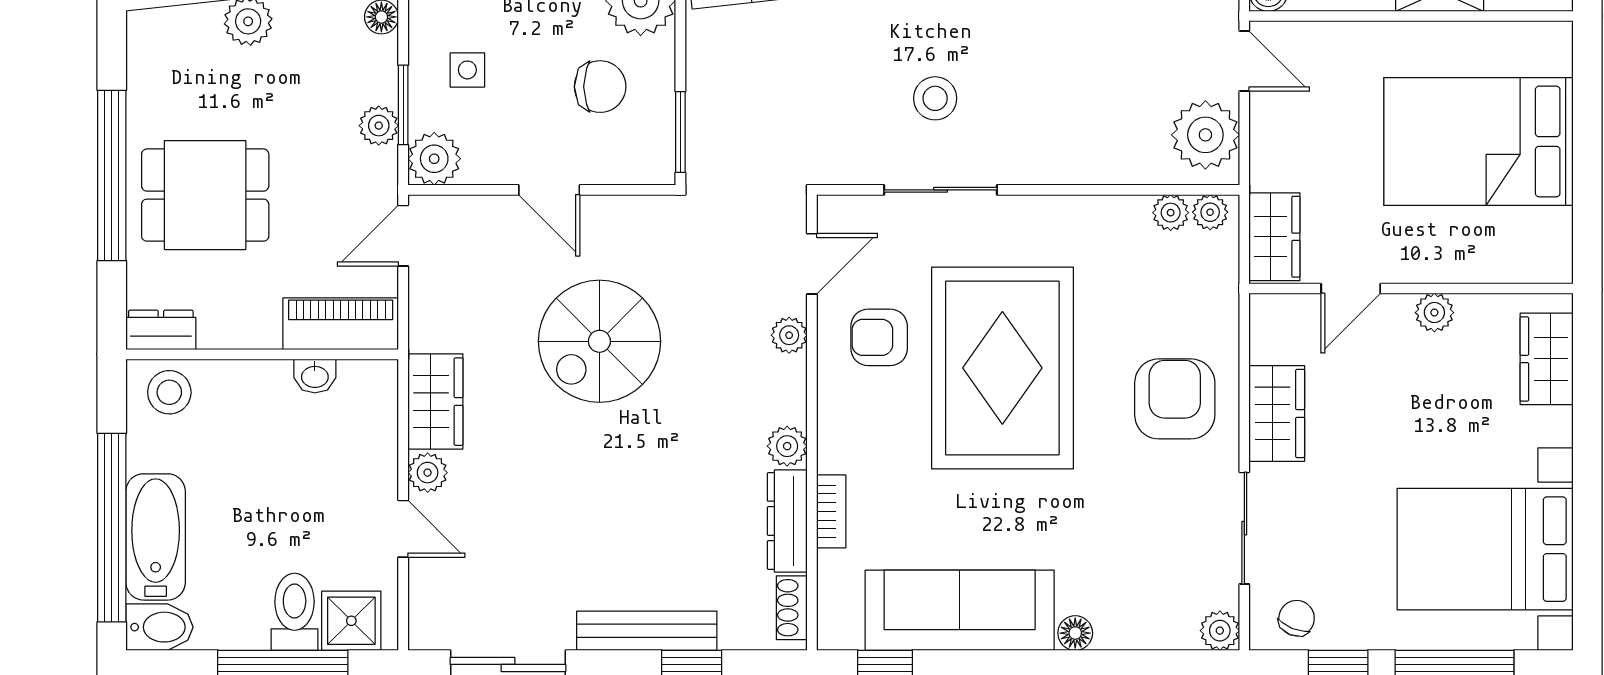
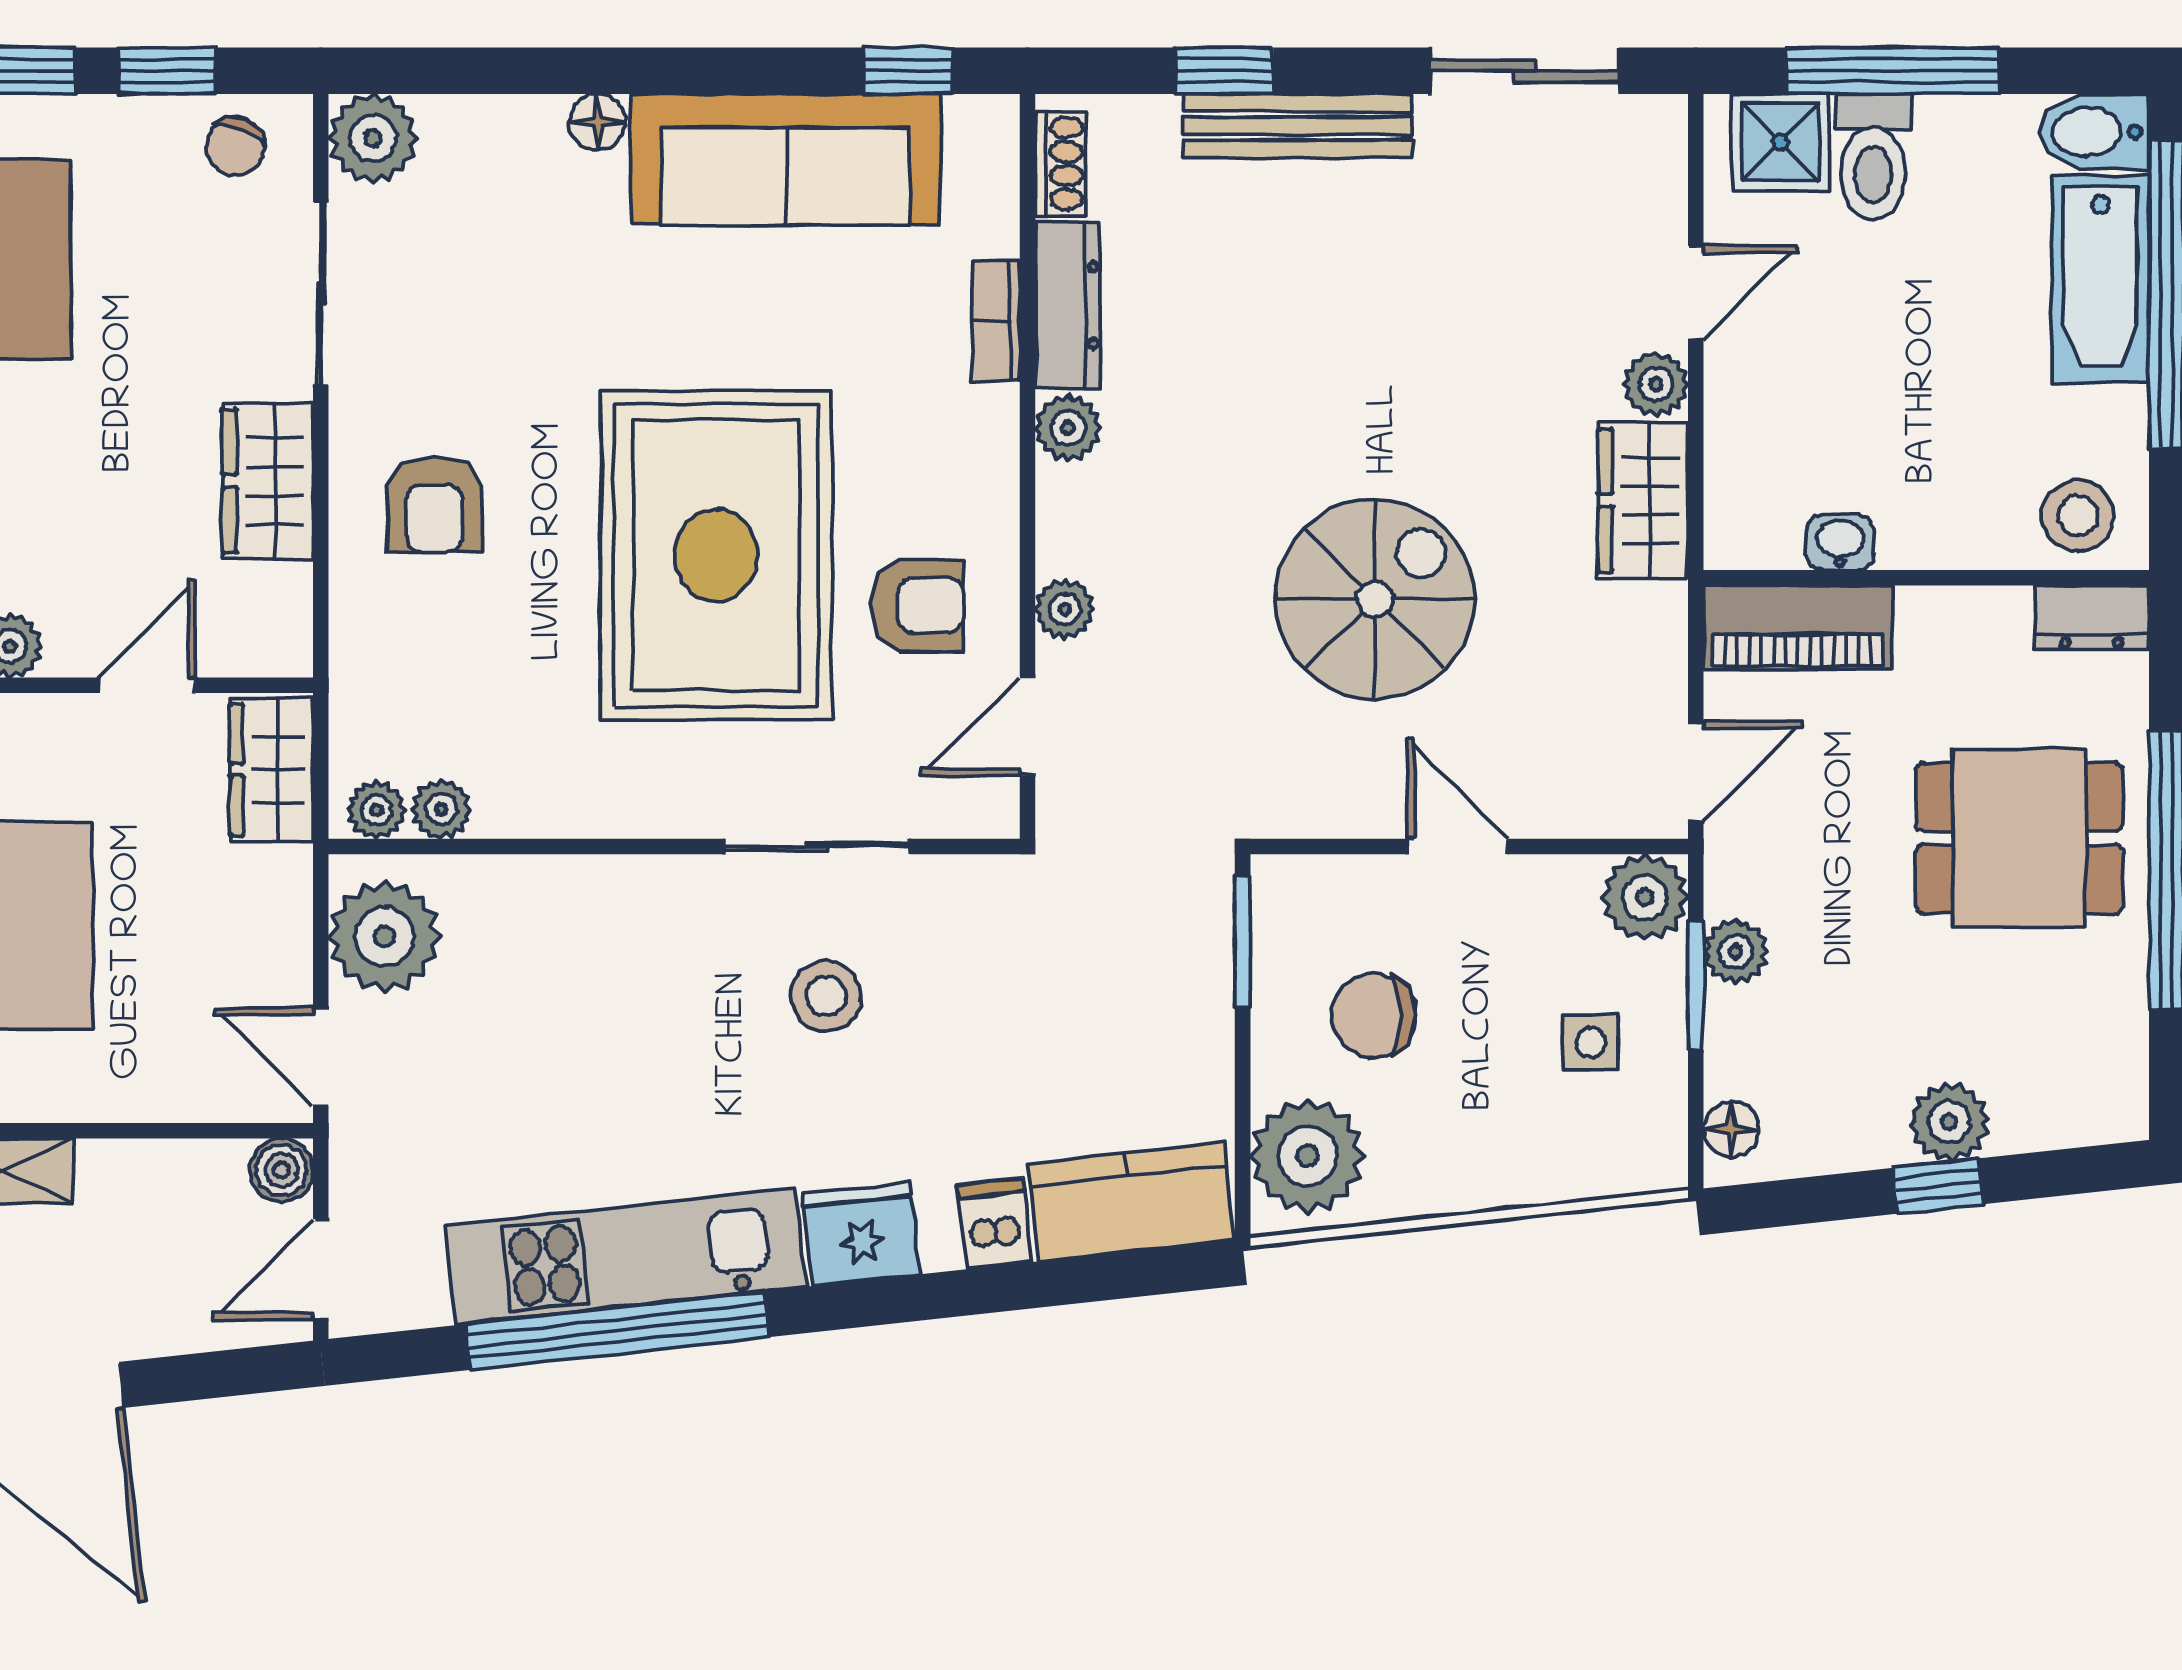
armchair: (1175, 399) -> (434, 505), width x0.72, depth x0.72
door: (403, 529) -> (1696, 293), swing flipped
plant: (1220, 631) -> (373, 138), width x1.38, depth x1.38

